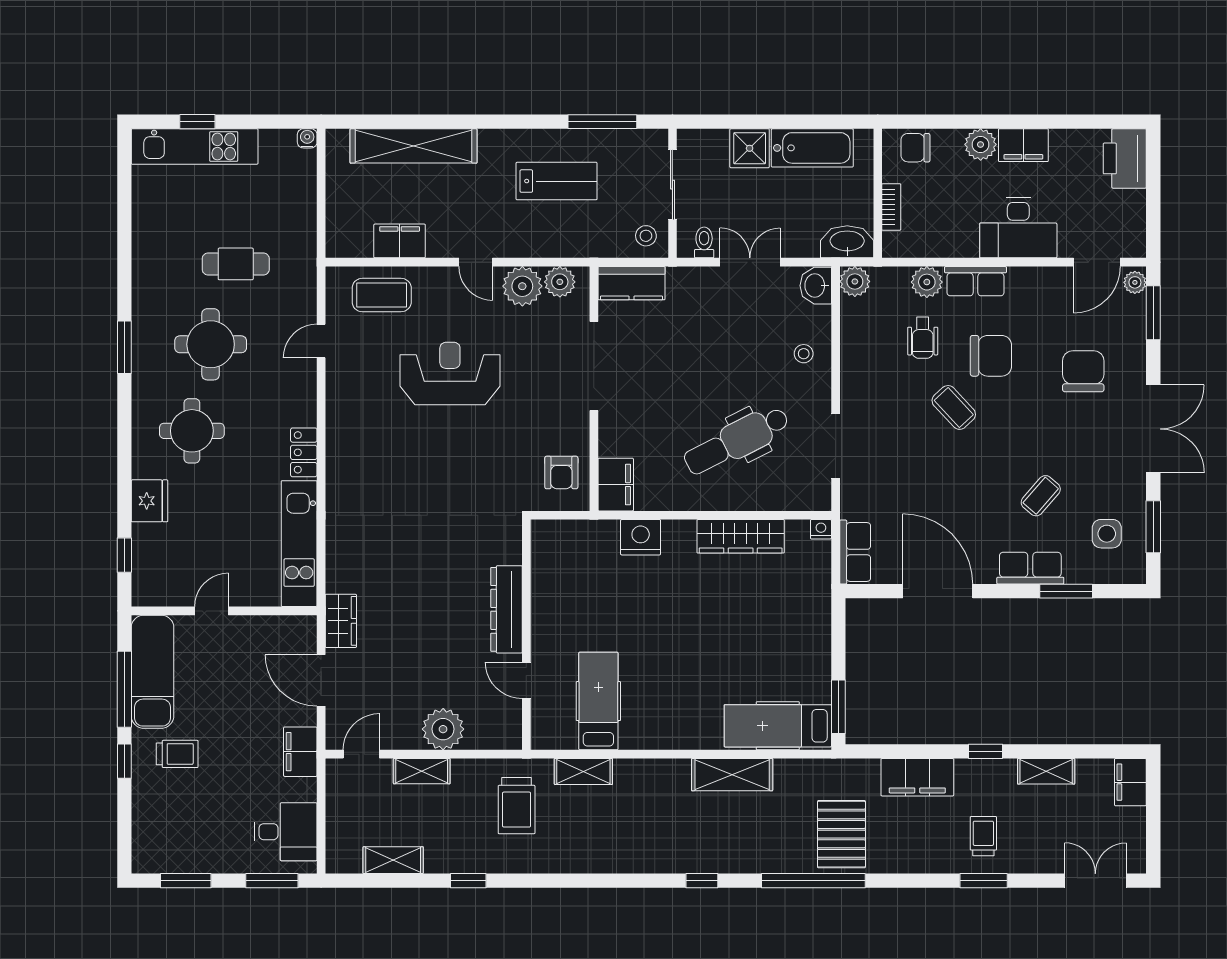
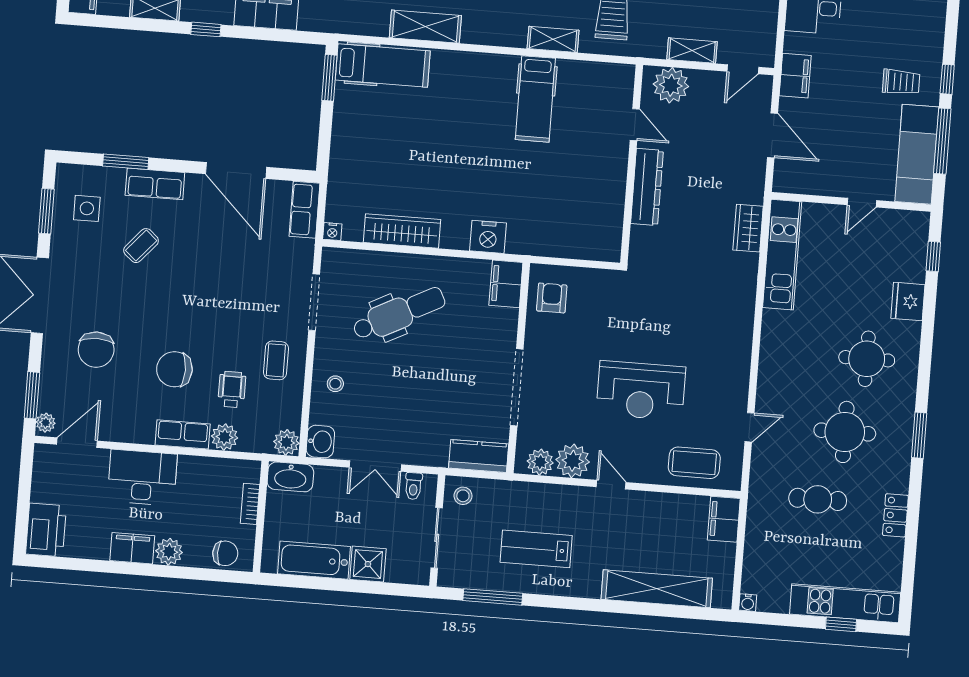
filing cabinet: (400, 241) -> (724, 519), moved, turned 90
coffee table: (954, 407) -> (276, 360), moved, turned 43
locker: (304, 452) -> (895, 515), moved, turned 180
dresser: (506, 609) -> (647, 187), moved
wardrobe: (341, 621) -> (748, 228), moved
wall: (526, 635) -> (632, 164), moved
door: (526, 680) -> (635, 125), moved
trolley: (177, 754) -> (901, 82), turned 180

